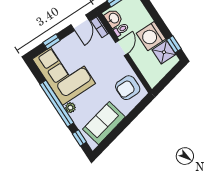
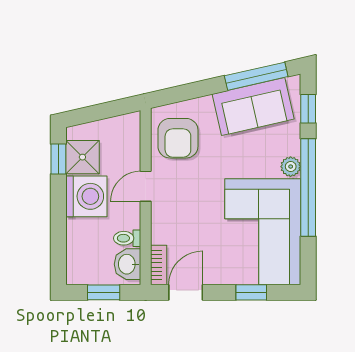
door: (122, 48) -> (146, 186), moved
armchair: (128, 88) -> (178, 138), turned 90
window: (111, 137) -> (256, 76), added

